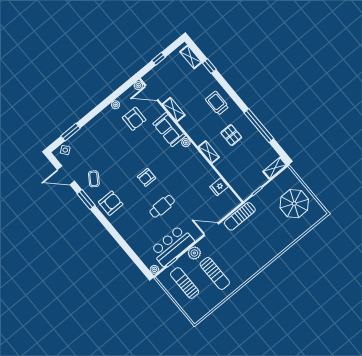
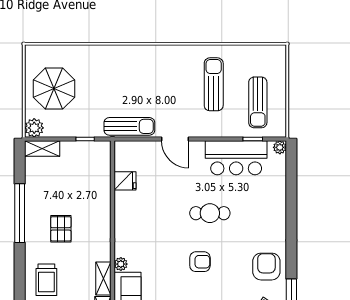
shelving: (209, 152) -> (103, 279), moved
armchair: (111, 203) -> (266, 267), turned 90
plant: (194, 253) -> (34, 128), moved

